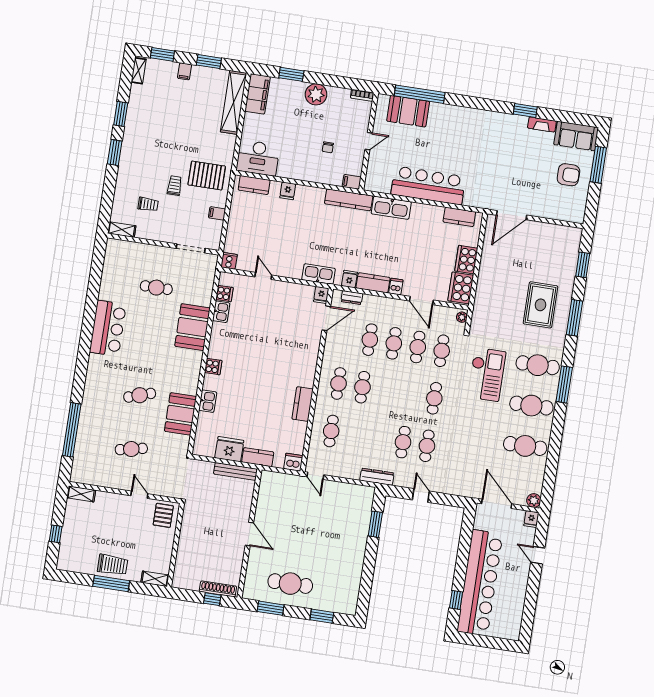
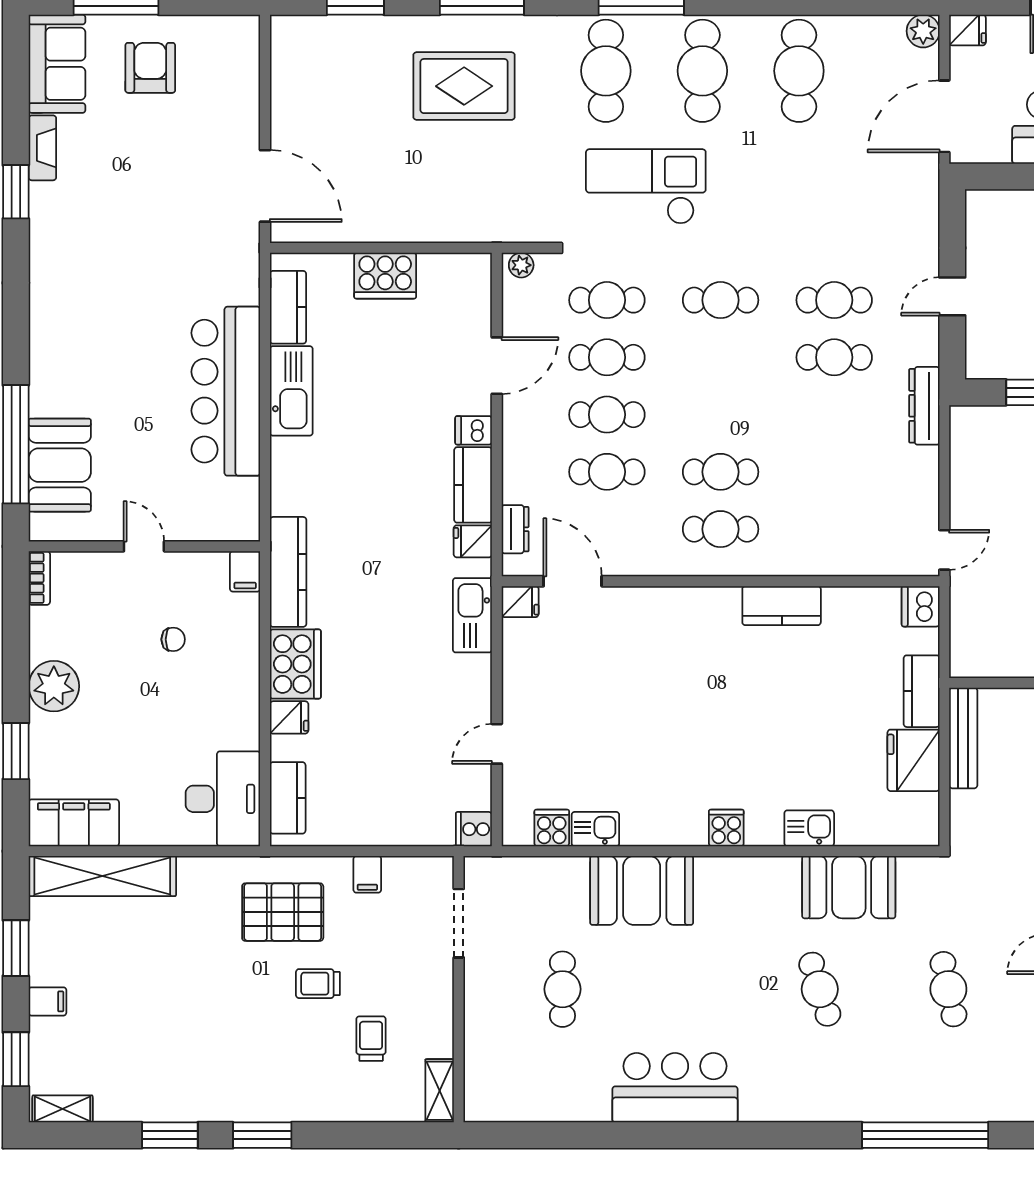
pallet: (207, 175) -> (283, 912), turned 90
kitchen sink: (391, 208) -> (291, 391), moved
cooker: (461, 288) -> (295, 664), moved, turned -90
cafe table: (331, 431) -> (834, 529), removed

